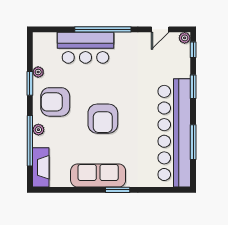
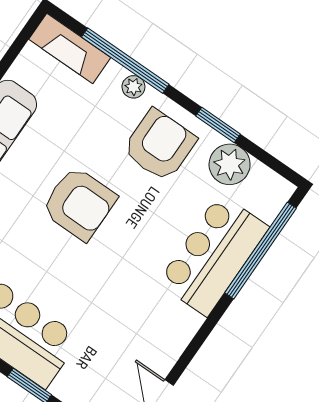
window: (103, 29) -> (260, 251), moved
plant: (38, 72) -> (230, 164), width x1.88, depth x1.88
armchair: (103, 119) -> (79, 204), turned 180

